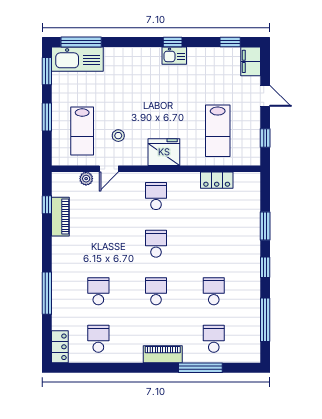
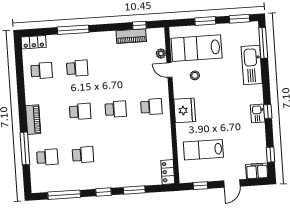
kitchen sink: (77, 59) -> (252, 65), moved
lab bench: (82, 131) -> (197, 48), width x1.36, depth x1.39
locker: (217, 180) -> (168, 172), moved

